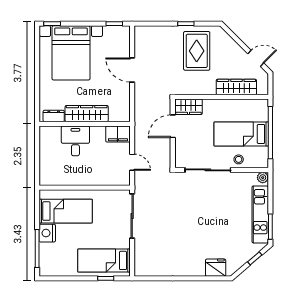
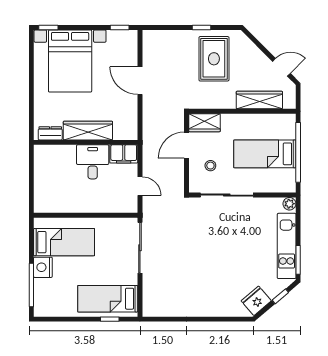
desk: (75, 141) -> (93, 162), moved
stool: (239, 159) -> (210, 166), moved
fridge: (216, 268) -> (256, 301), moved, turned -41

